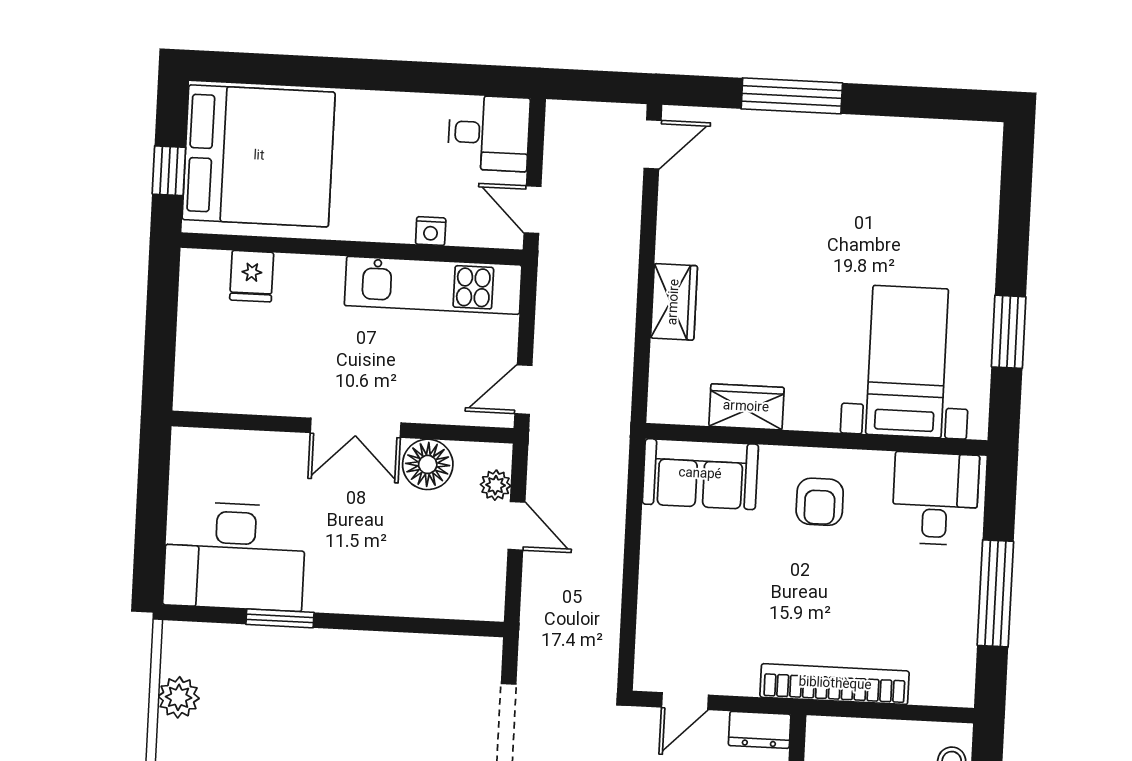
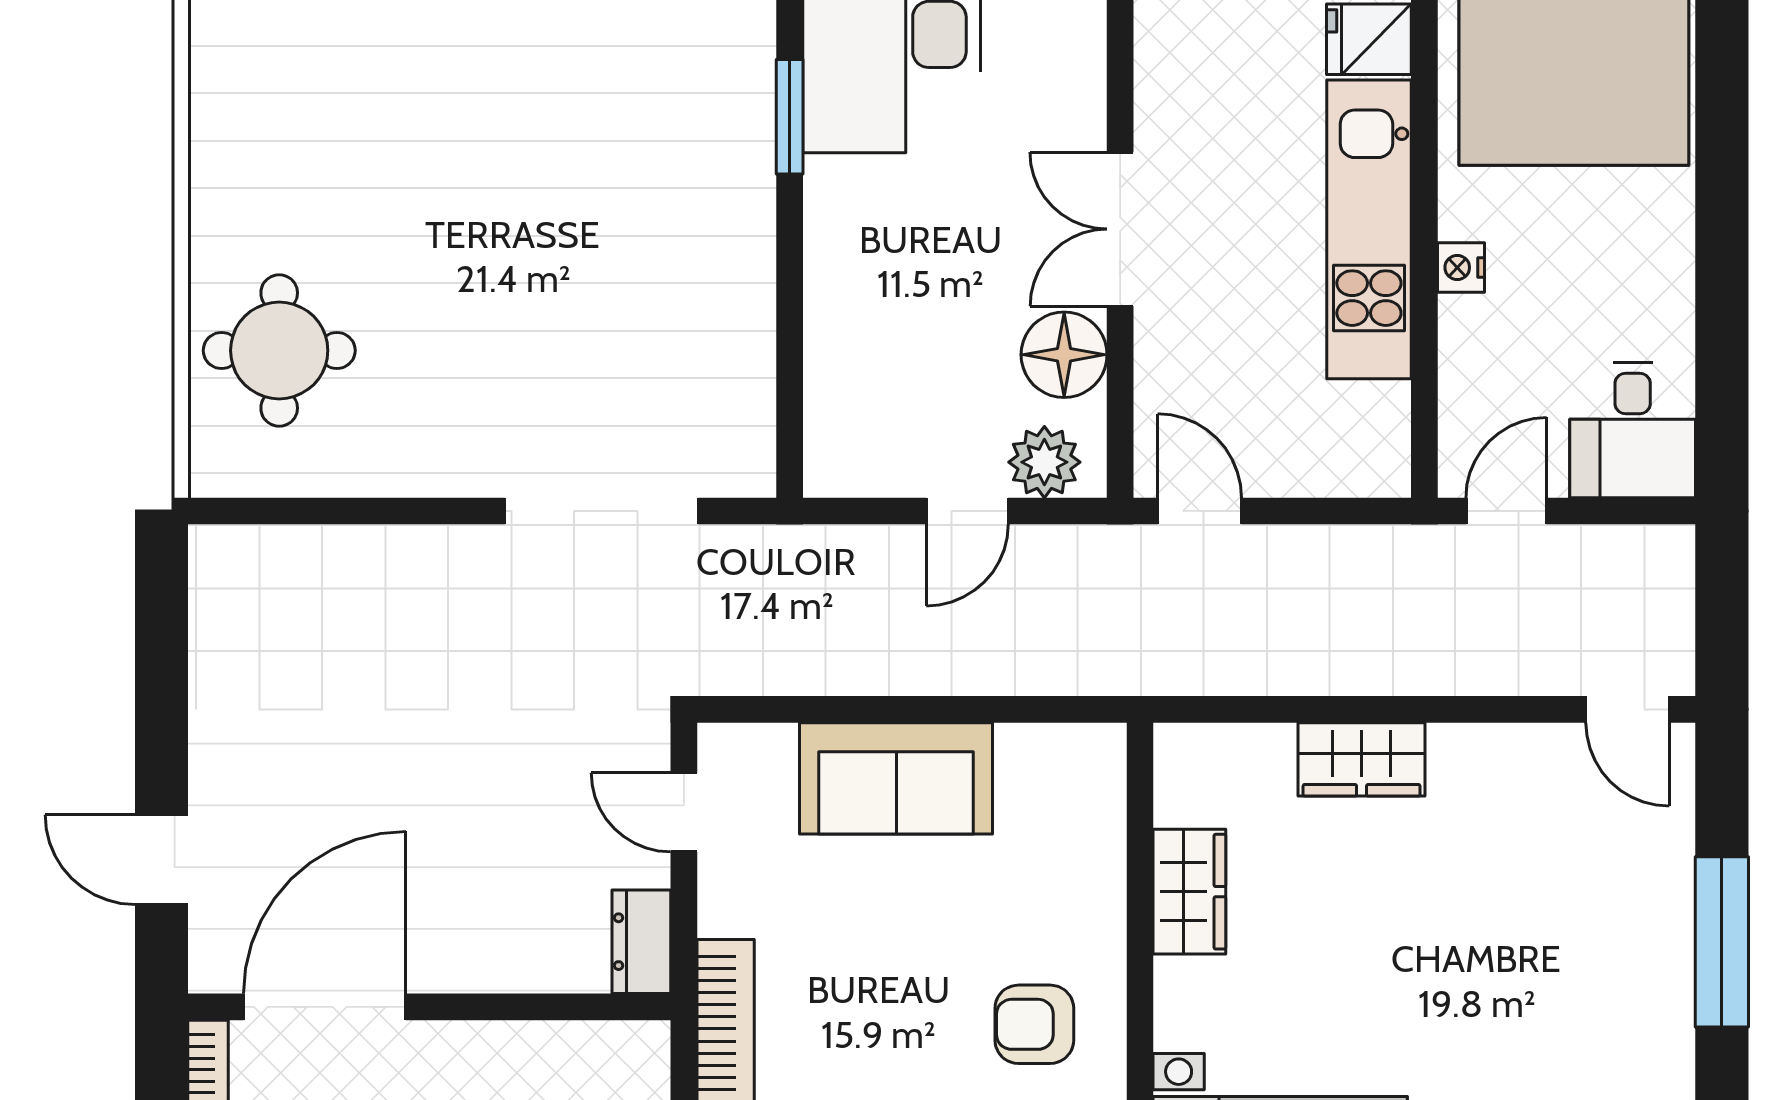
nightstand: (431, 231) -> (1461, 267), moved
kitchen unit: (433, 285) -> (1369, 229), moved
sofa: (700, 474) -> (896, 778), moved, turned -90
plant: (496, 485) -> (1044, 462), width x1.38, depth x1.38

